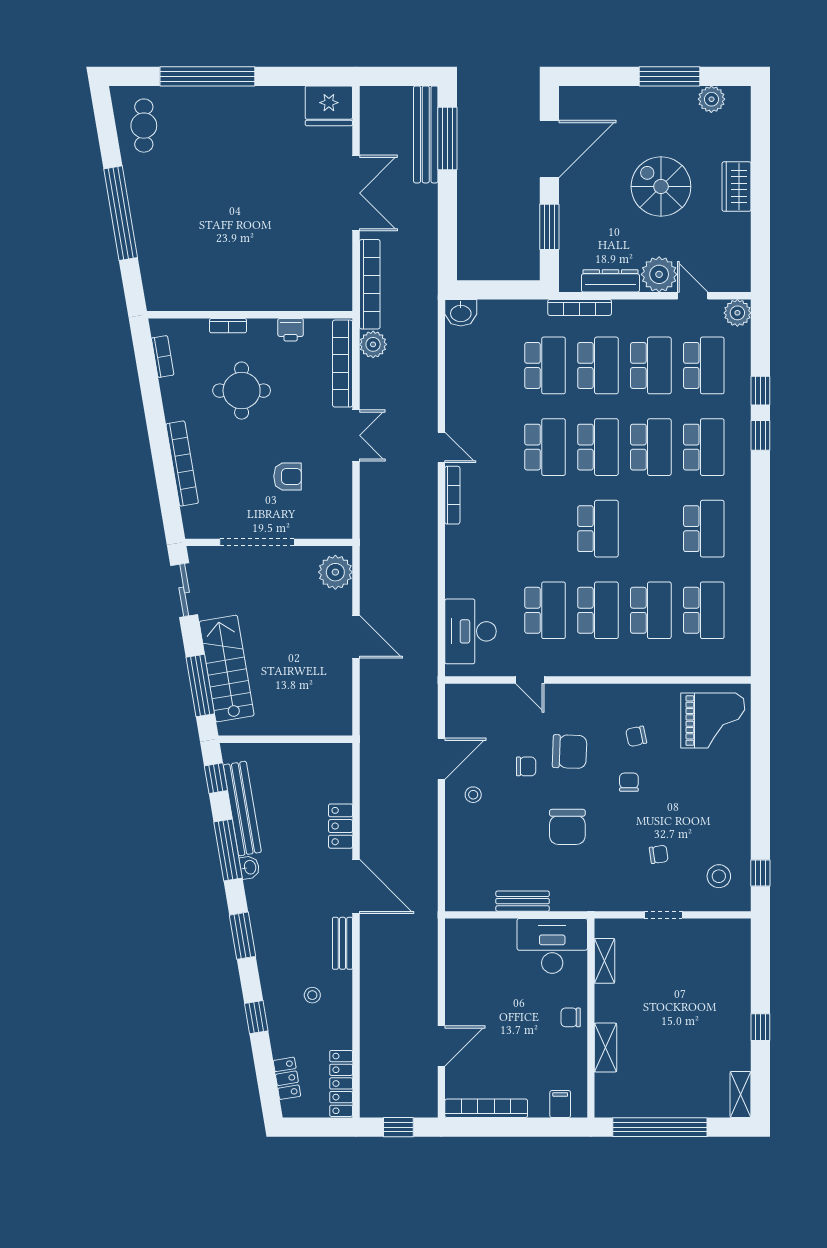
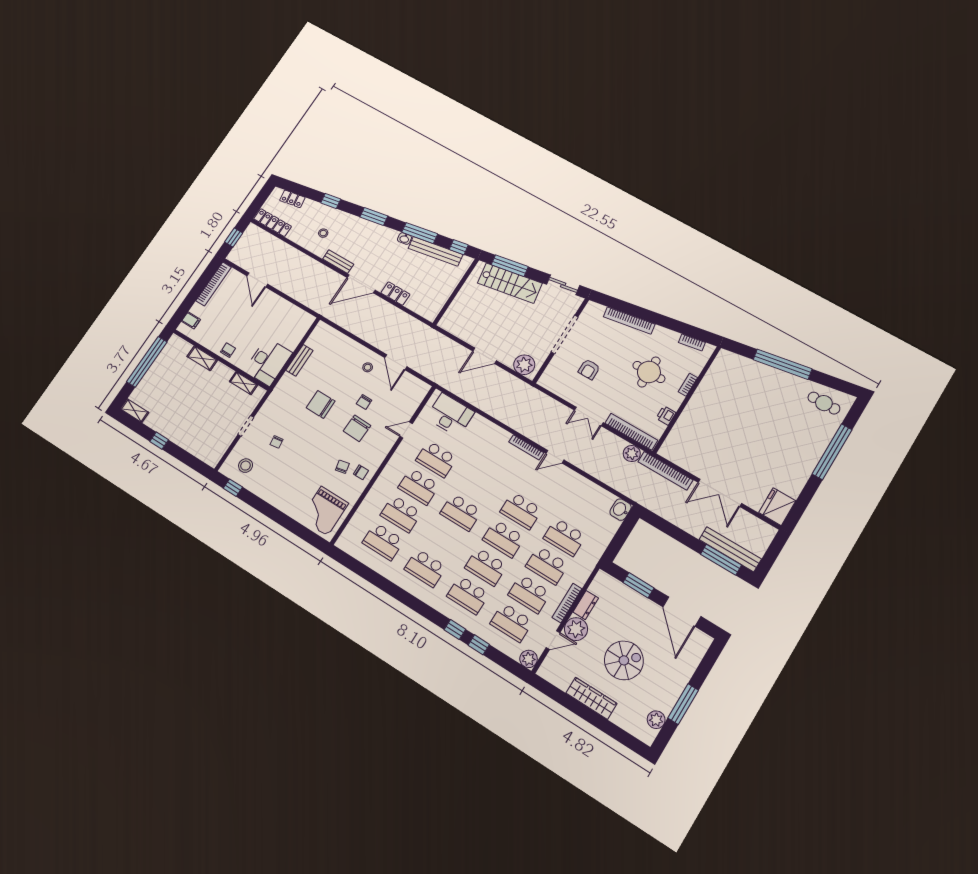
wardrobe: (737, 187) -> (592, 698), width x1.50
dresser: (610, 281) -> (586, 605), width x0.70
bookcase: (580, 307) -> (567, 603), moved
chair: (629, 782) -> (361, 472), moved

